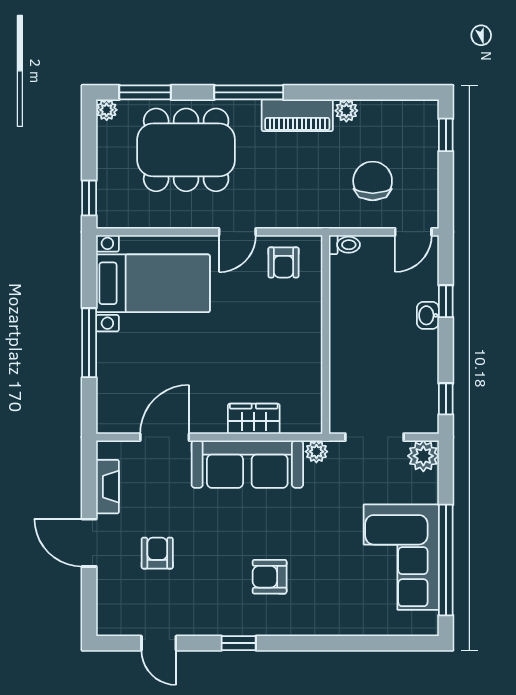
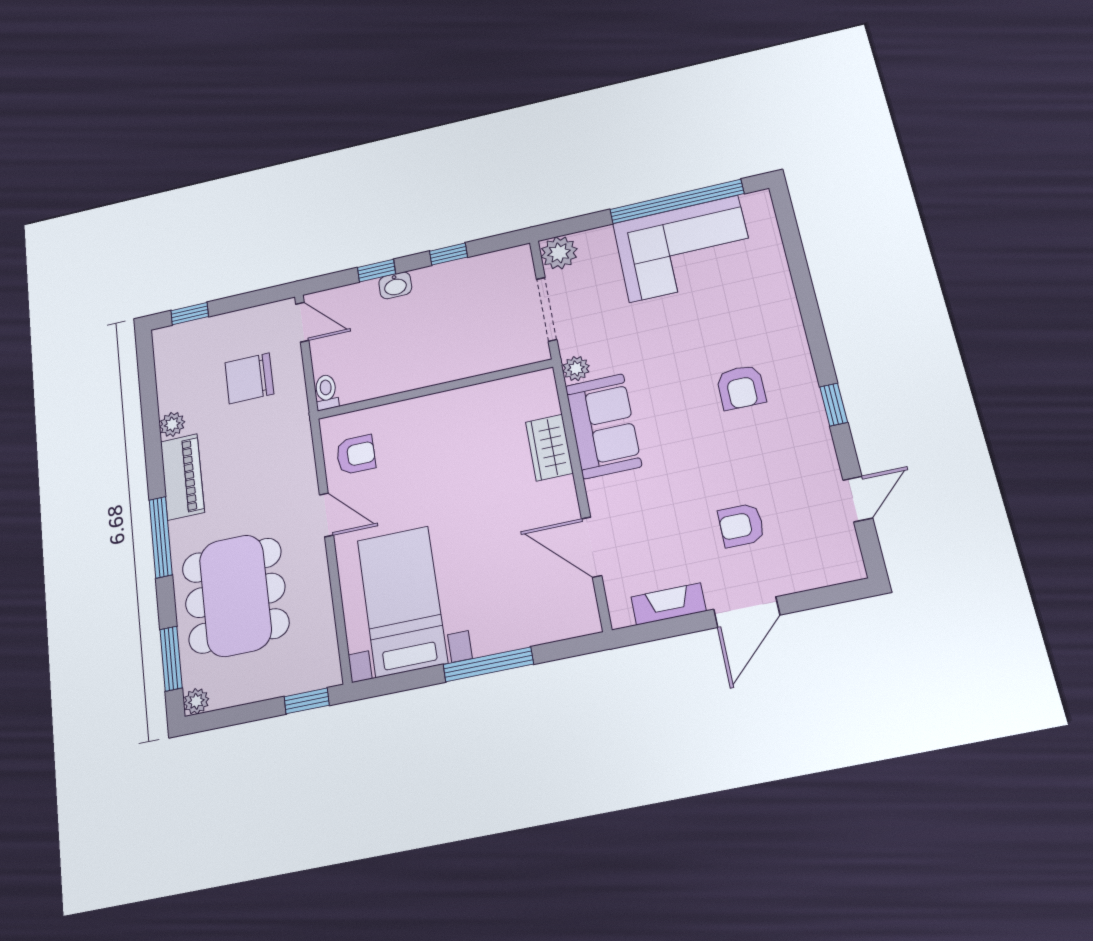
window: (446, 399) -> (448, 254), moved
sofa: (247, 464) -> (603, 426), width x0.73

